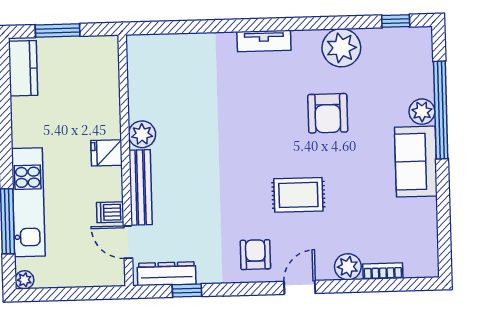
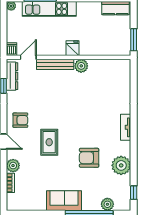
window: (58, 30) -> (134, 40), moved
plant: (422, 112) -> (107, 204), moved
dishwasher: (110, 212) -> (12, 49), moved

